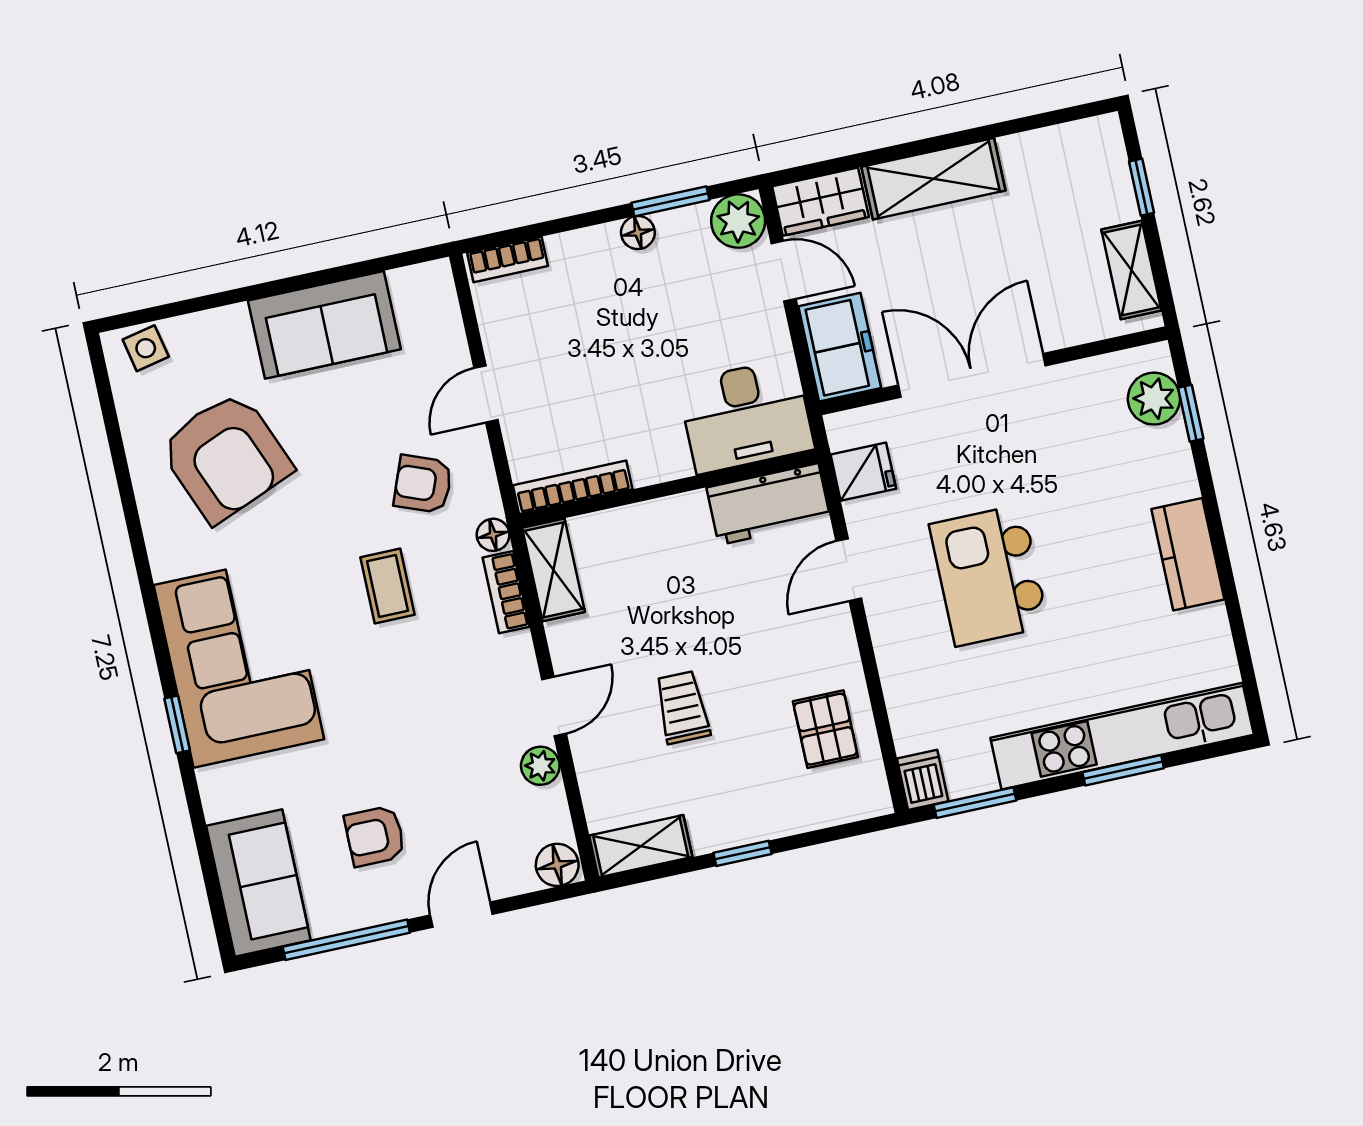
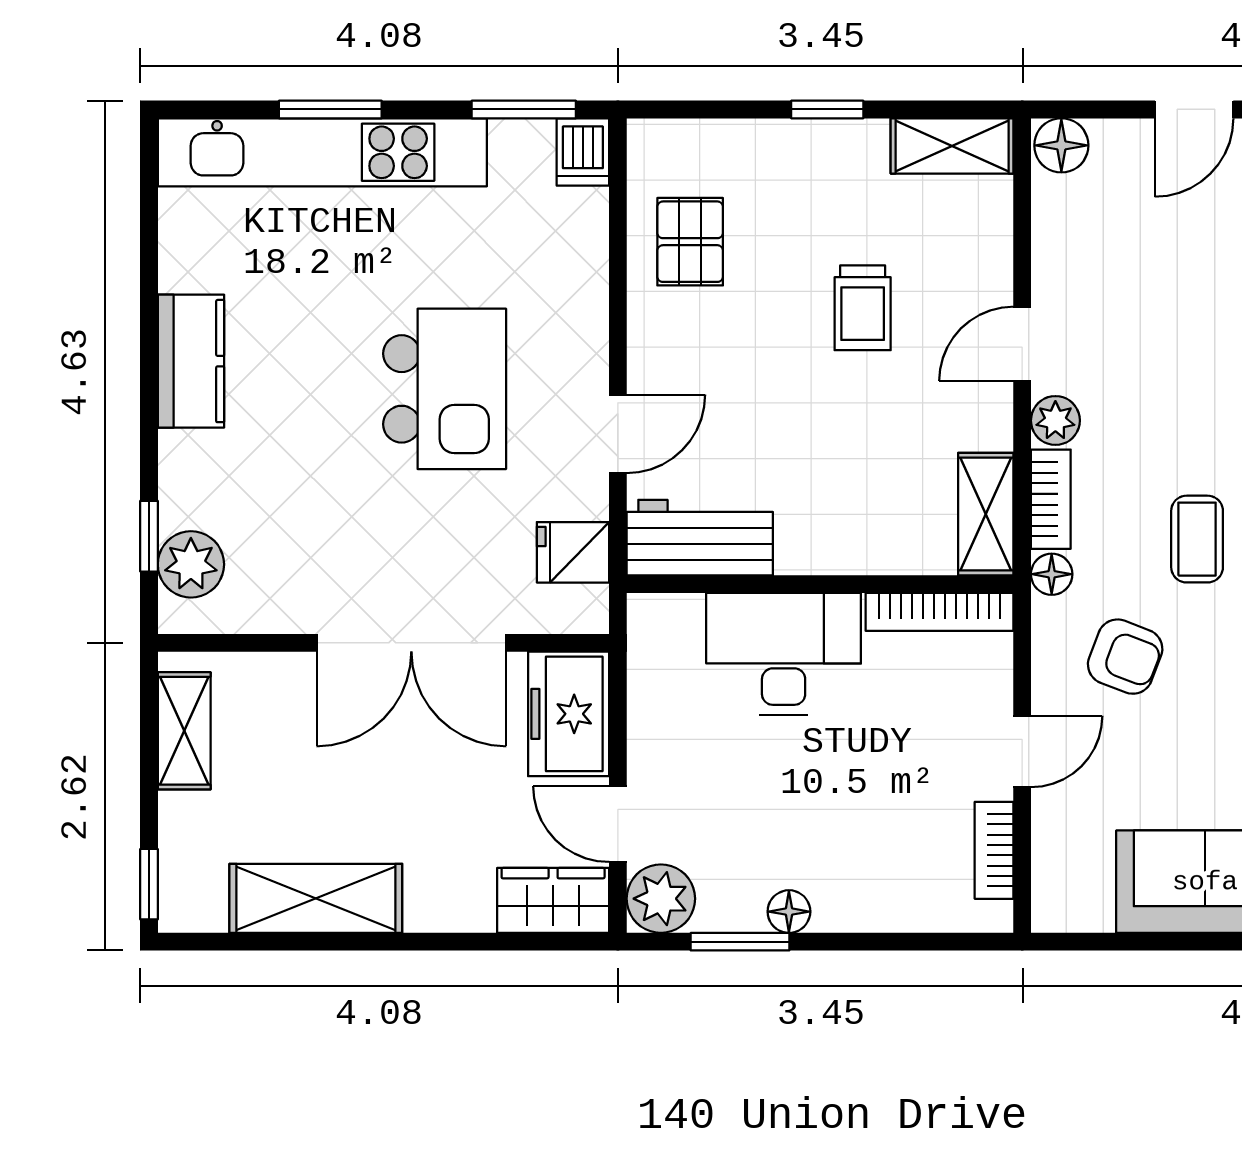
shelving: (933, 179) -> (316, 898), moved
window: (1141, 187) -> (149, 884), moved
bookcase: (507, 259) -> (994, 850), moved, turned -90
desk: (746, 416) -> (784, 654), moved
plant: (540, 766) -> (1055, 420), moved

